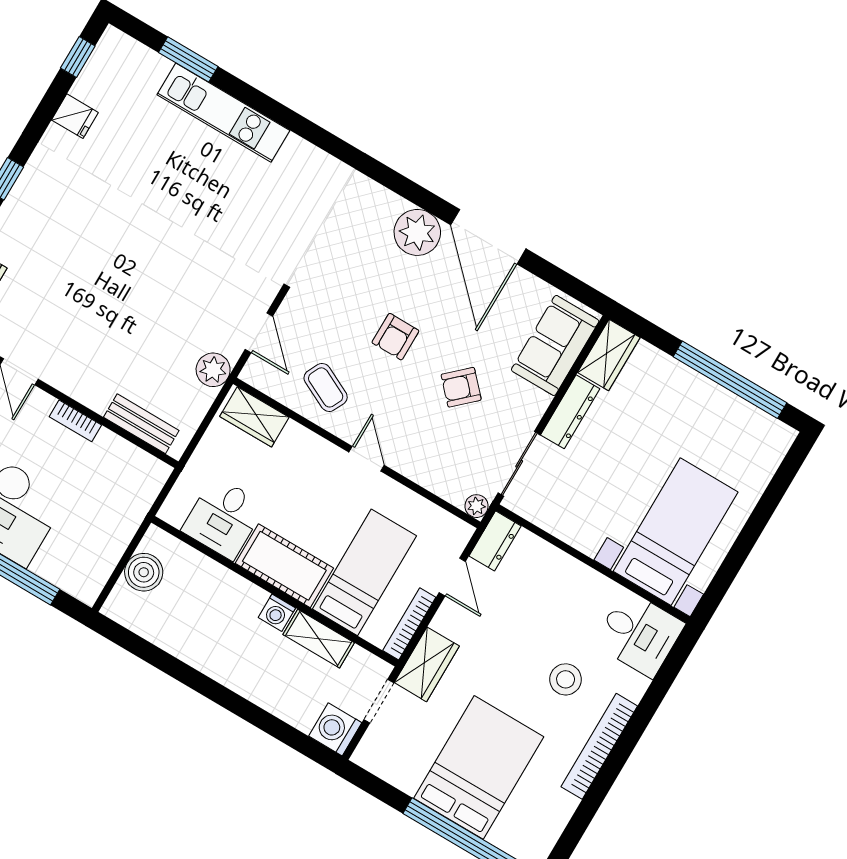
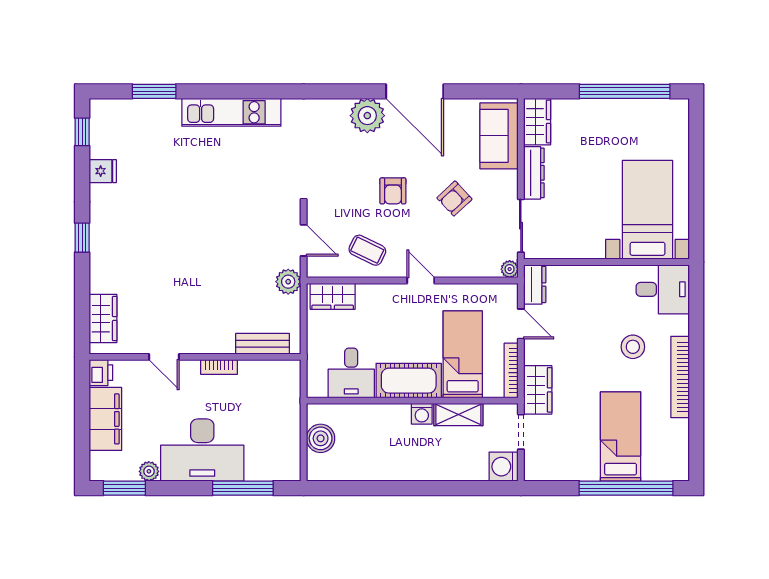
kitchen unit: (223, 113) -> (231, 112), moved
bed: (479, 767) -> (621, 436), width x0.67

